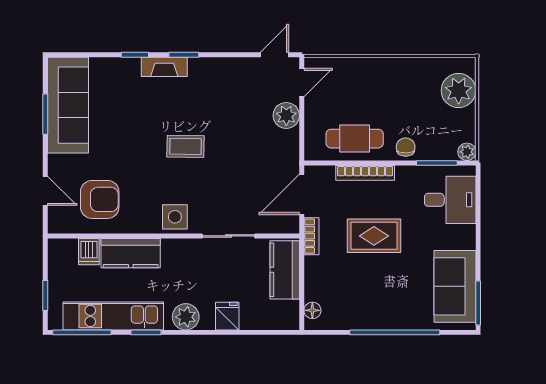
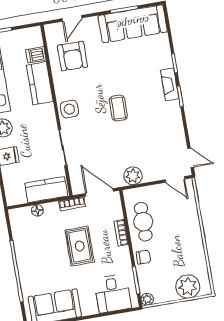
plant: (286, 115) -> (133, 176), moved
bookcase: (365, 173) -> (121, 233), width x0.64
floor lamp: (312, 310) -> (37, 210), moved

